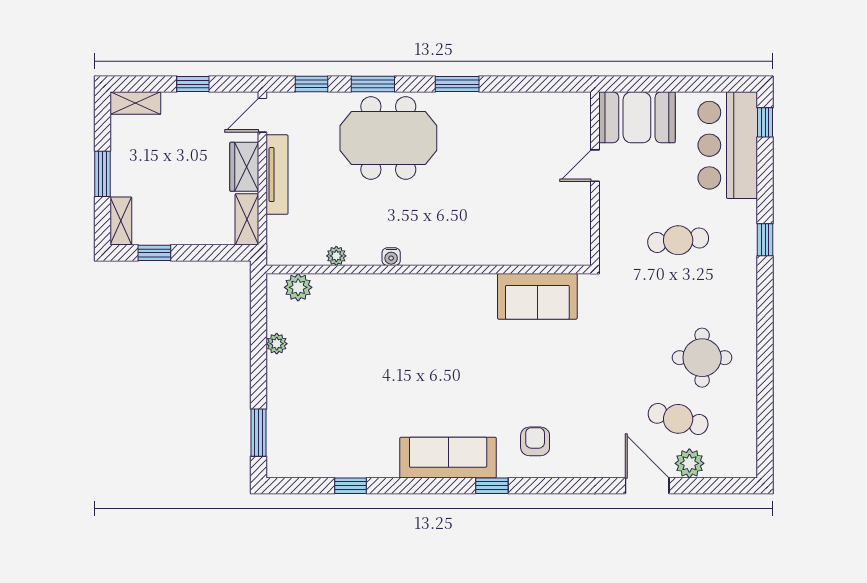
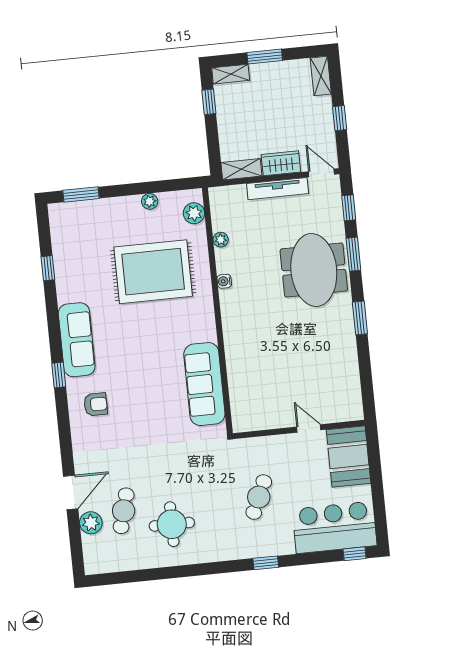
cafe table: (678, 240) -> (259, 497), turned 30
sofa: (537, 296) -> (204, 384), width x1.36
rug: (369, 348) -> (153, 272), added

